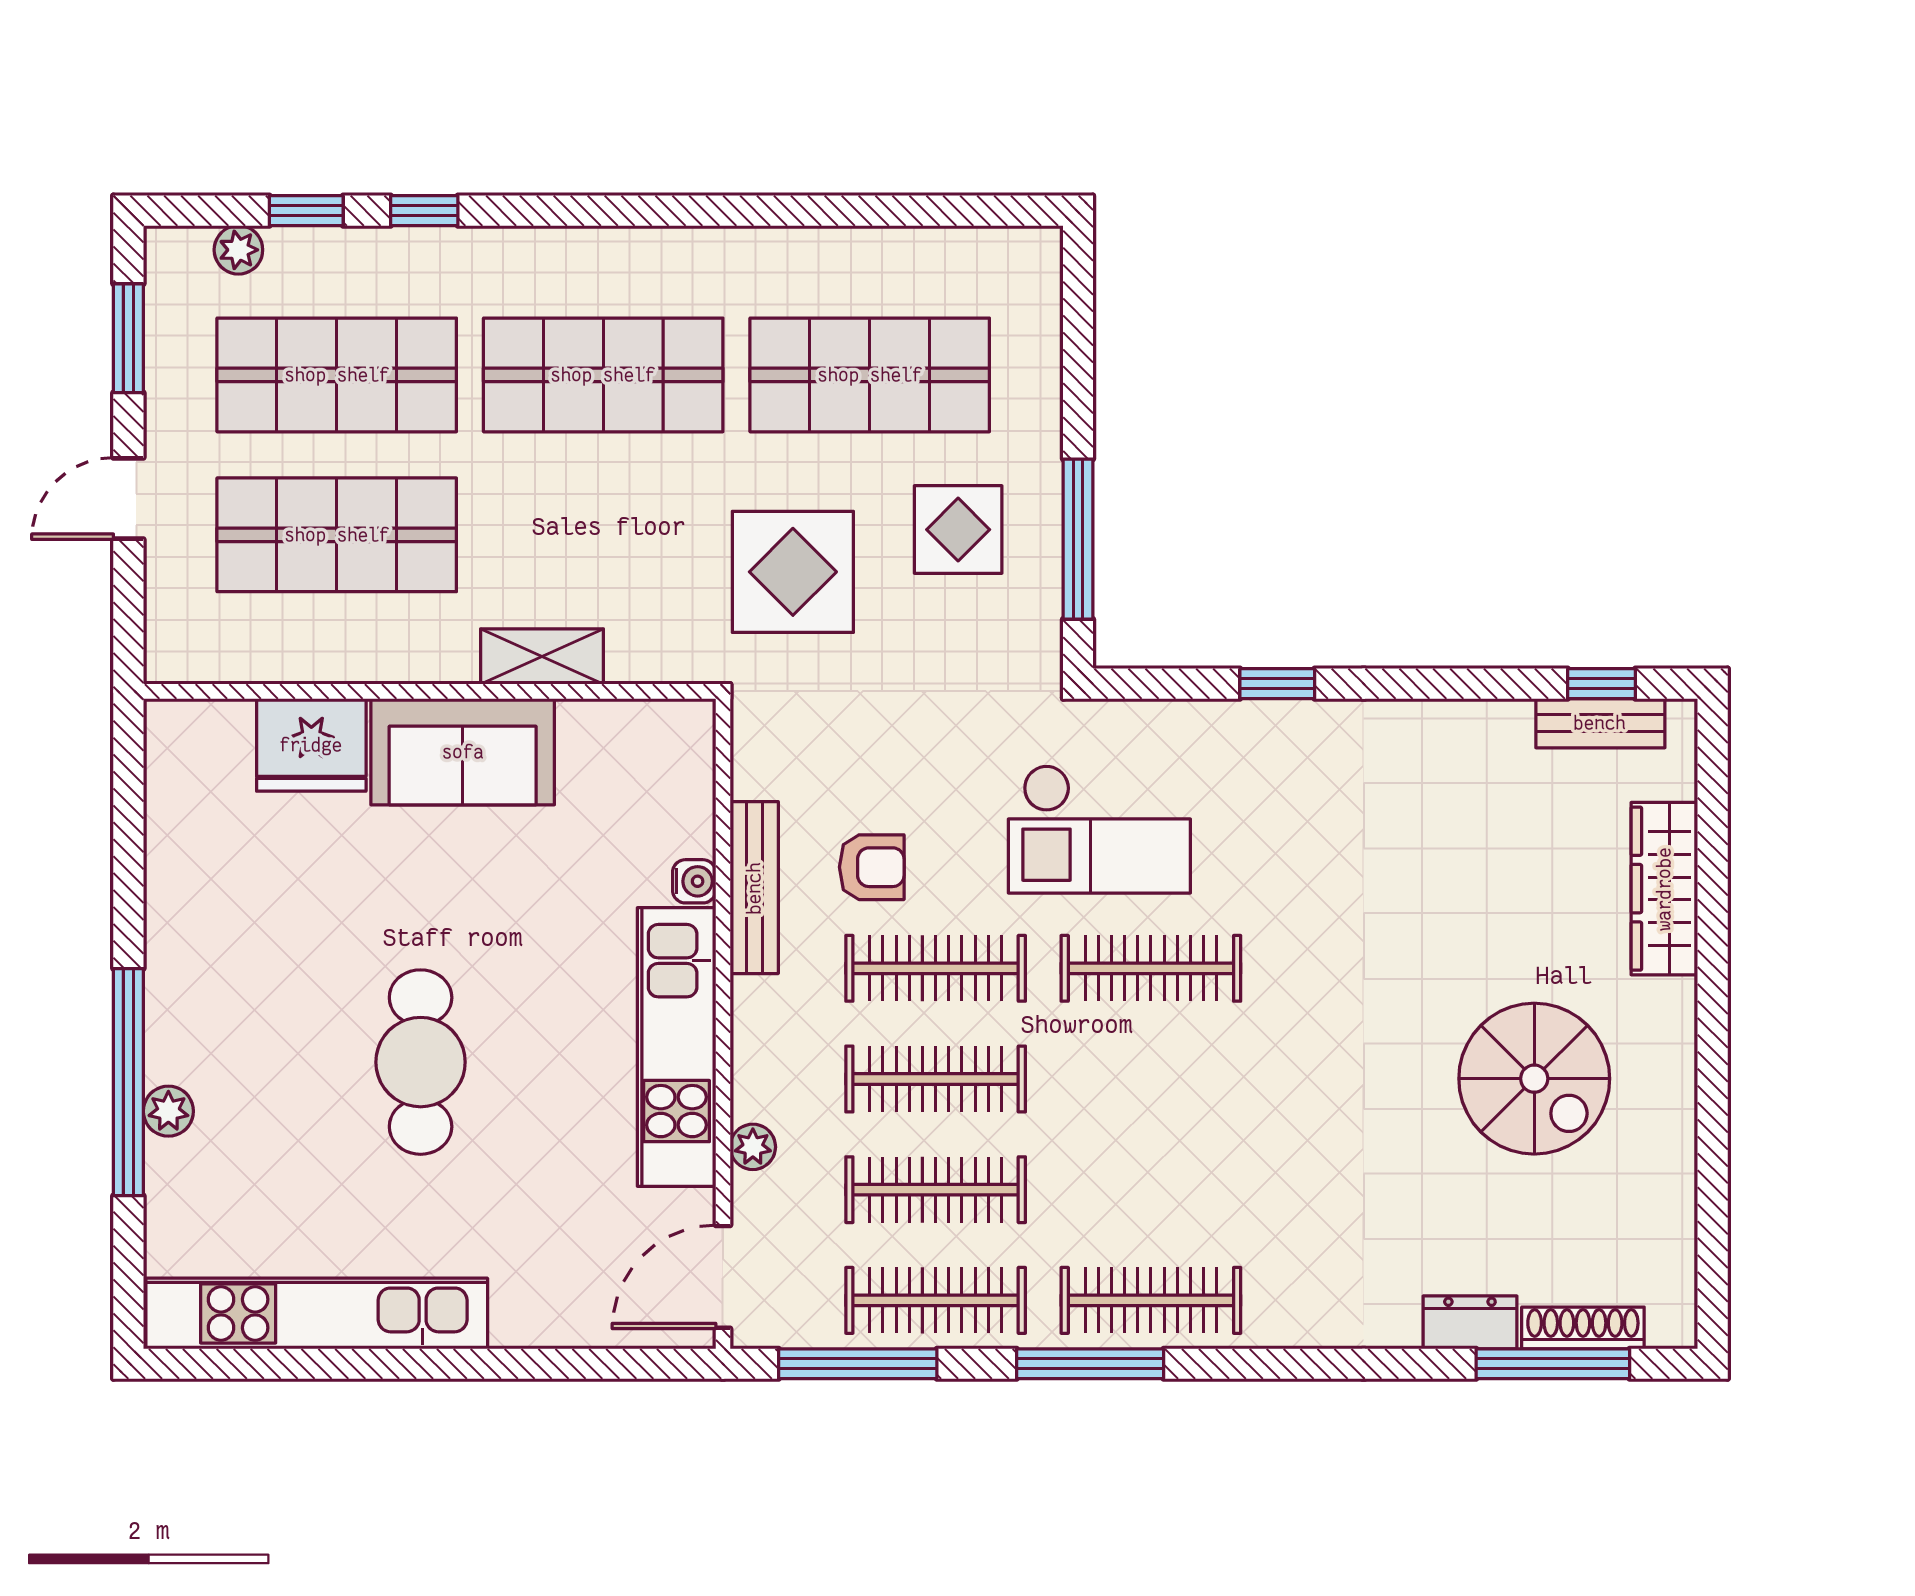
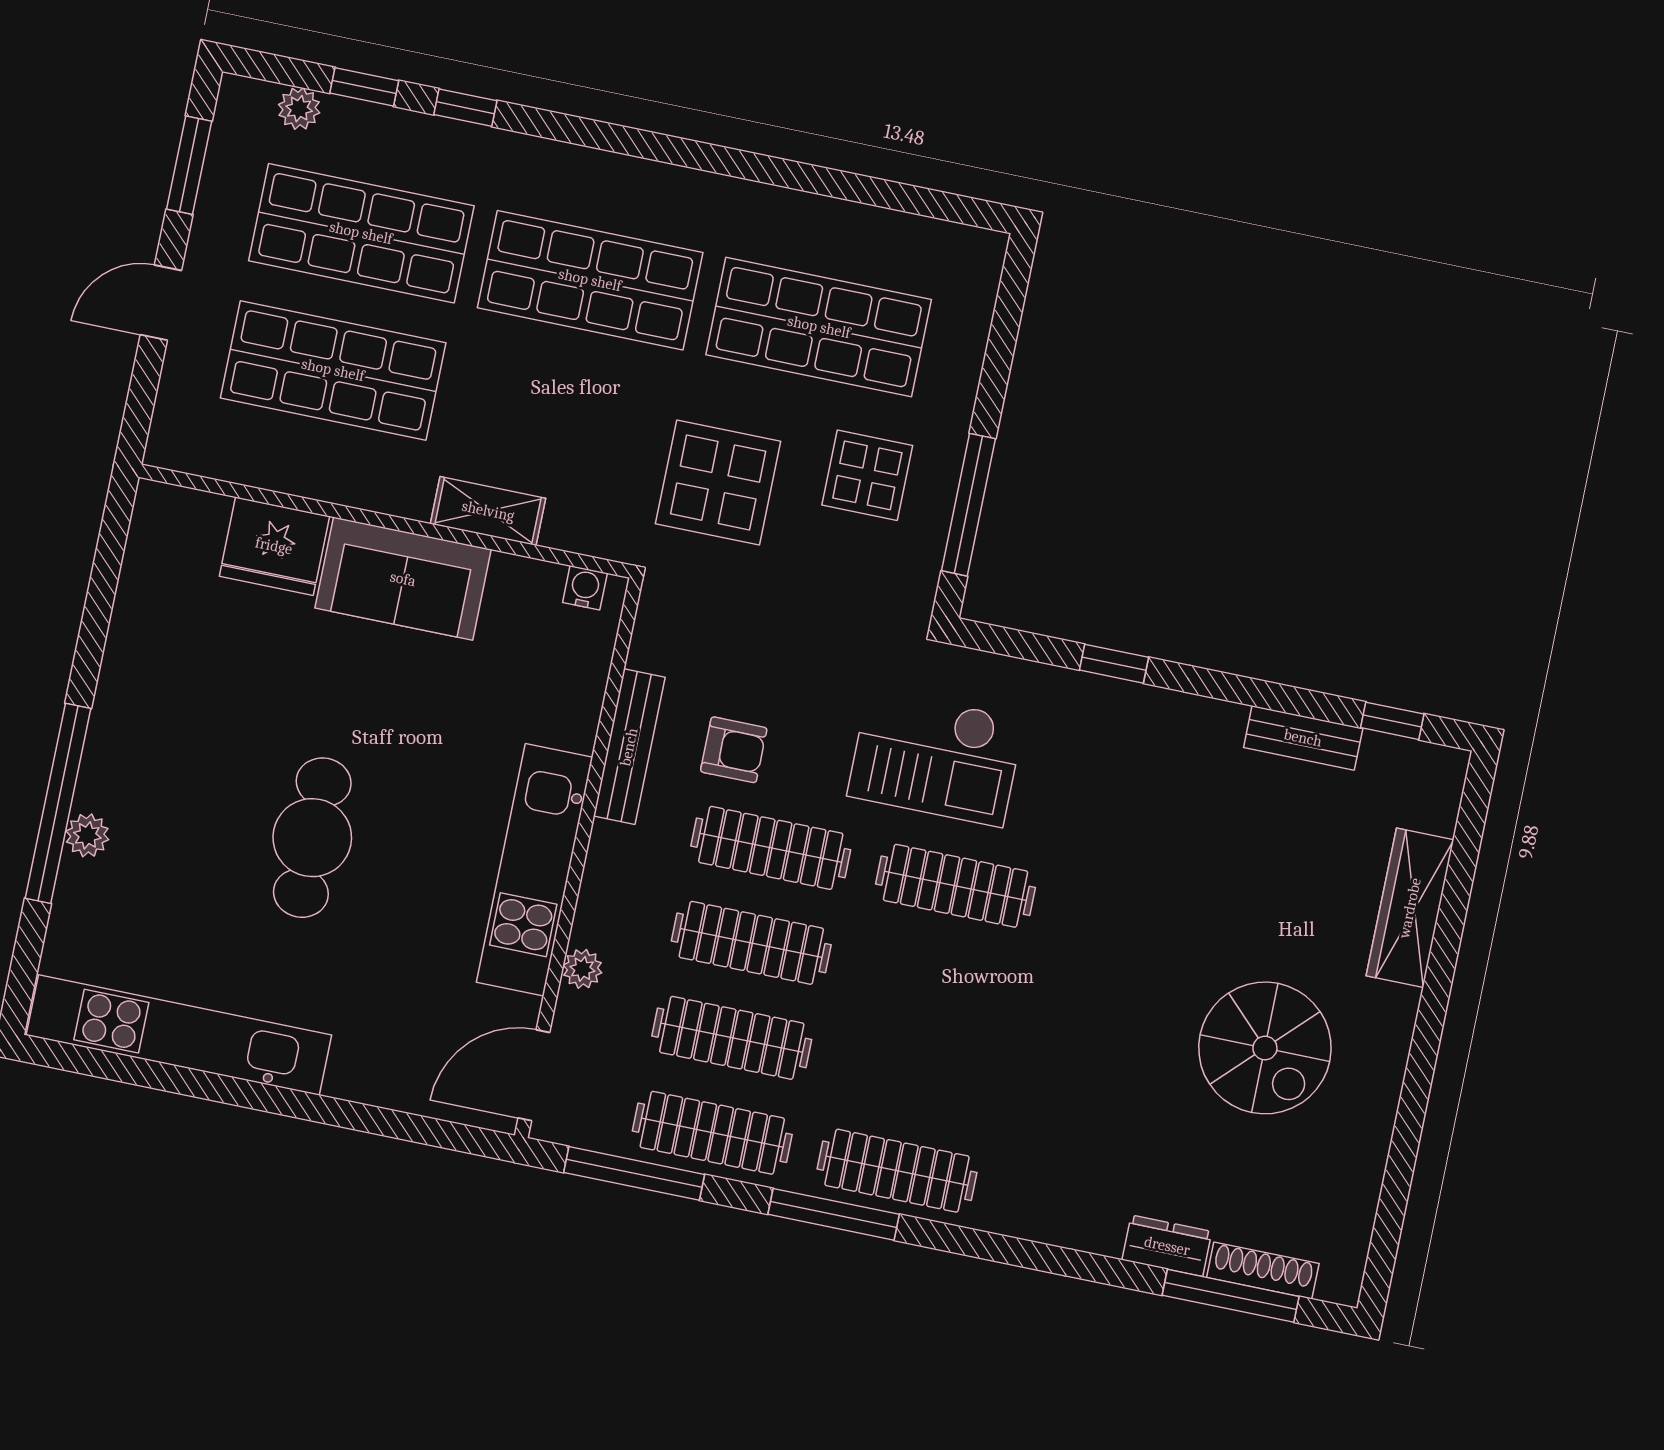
bench: (1600, 723) -> (1303, 738), moved
water cooler: (694, 881) -> (585, 588), moved, turned -90

